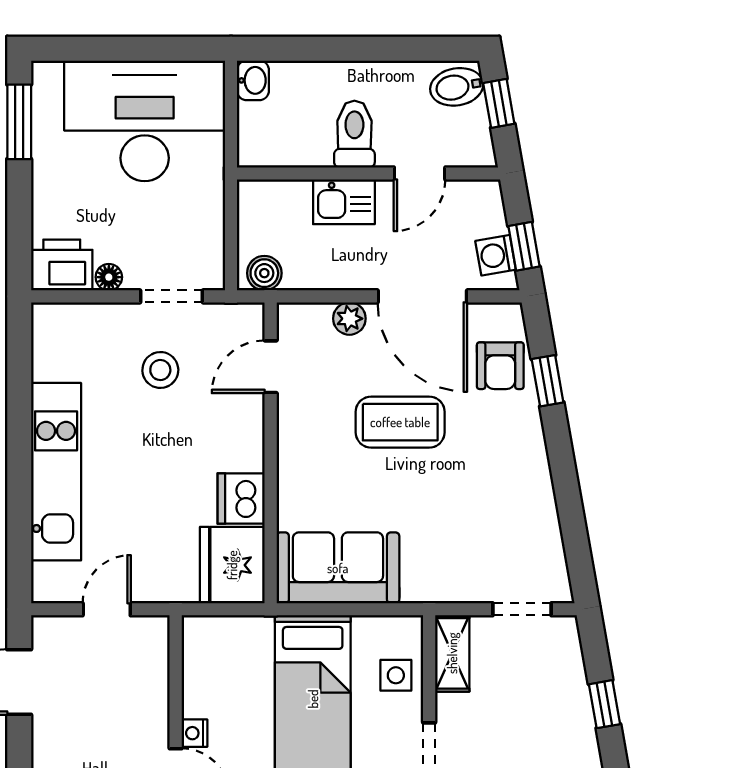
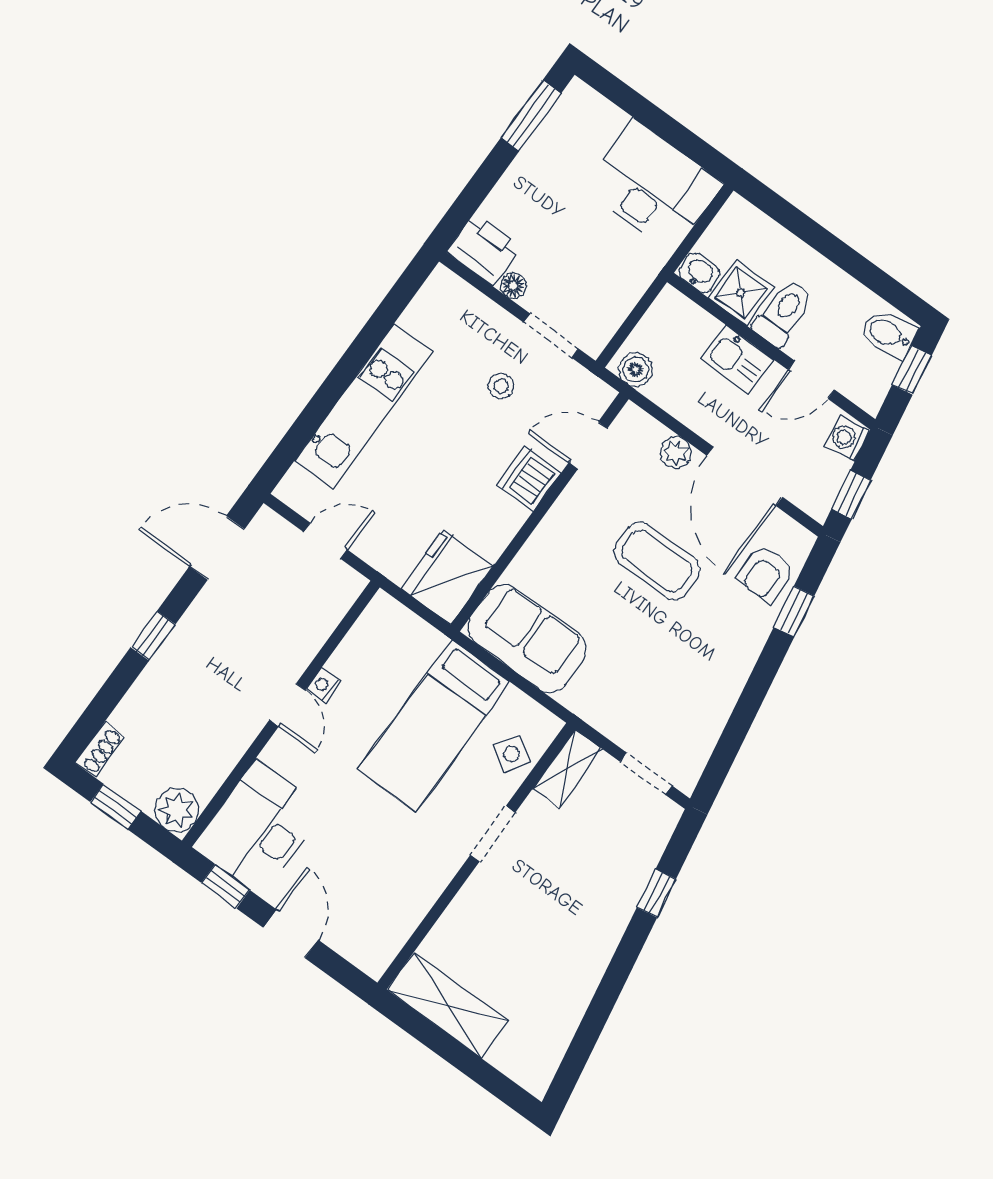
washbasin: (253, 80) -> (699, 273), moved, turned -90
desk: (145, 121) -> (653, 186), width x0.73, depth x0.77
shower: (306, 143) -> (741, 293), added
washing machine: (496, 255) -> (847, 439), moved
stool: (160, 370) -> (501, 386), width x0.73, depth x0.73
dishwasher: (241, 498) -> (529, 479), moved
side table: (396, 675) -> (512, 754), turned 31

